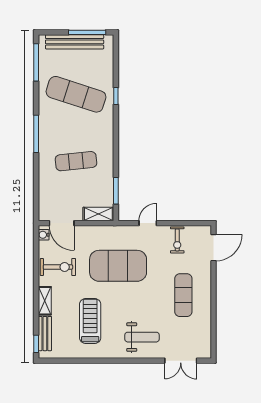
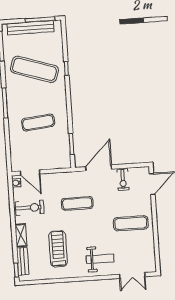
shelving: (98, 214) -> (59, 163), removed
door: (148, 223) -> (99, 168), width x1.88
exercise mat: (118, 266) -> (77, 203), width x0.50, depth x0.69
exercise mat: (183, 295) -> (131, 223), turned 90

